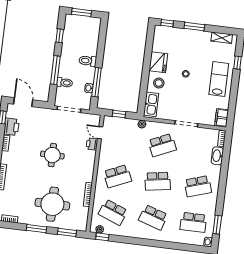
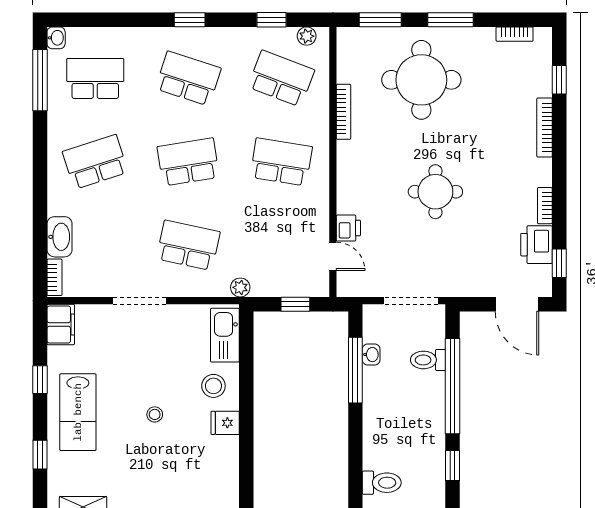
toilet: (88, 61) -> (382, 483), moved
fridge: (158, 62) -> (225, 423), width x0.53, depth x0.75
window: (55, 70) -> (453, 386), width x1.46
window: (233, 95) -> (40, 380), added
school desk: (162, 145) -> (188, 245), turned 36
school desk: (117, 176) -> (281, 162), turned 33
window: (217, 225) -> (40, 80), width x1.44
window: (102, 237) -> (272, 20), moved
window: (149, 243) -> (190, 20), added

